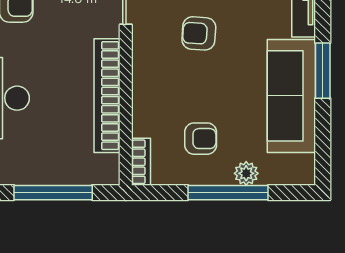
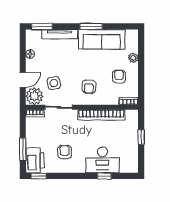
armchair: (199, 33) -> (89, 87), moved
window: (53, 193) -> (141, 137), width x0.46
window: (228, 193) -> (141, 65), removed

